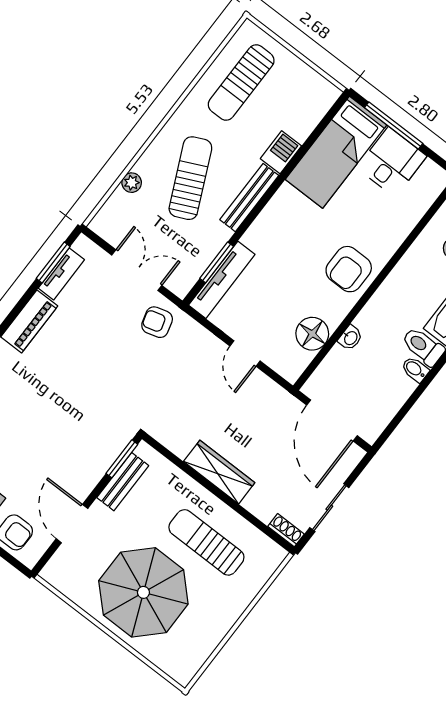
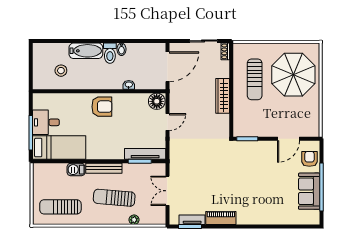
sun lounger: (241, 82) -> (60, 207), turned 180
sun lounger: (190, 178) -> (114, 198), turned 30
armchair: (157, 322) -> (182, 167), removed
floor lamp: (312, 334) -> (157, 101), moved
bench: (123, 482) -> (256, 131), removed
parasol: (143, 592) -> (293, 75), moved

